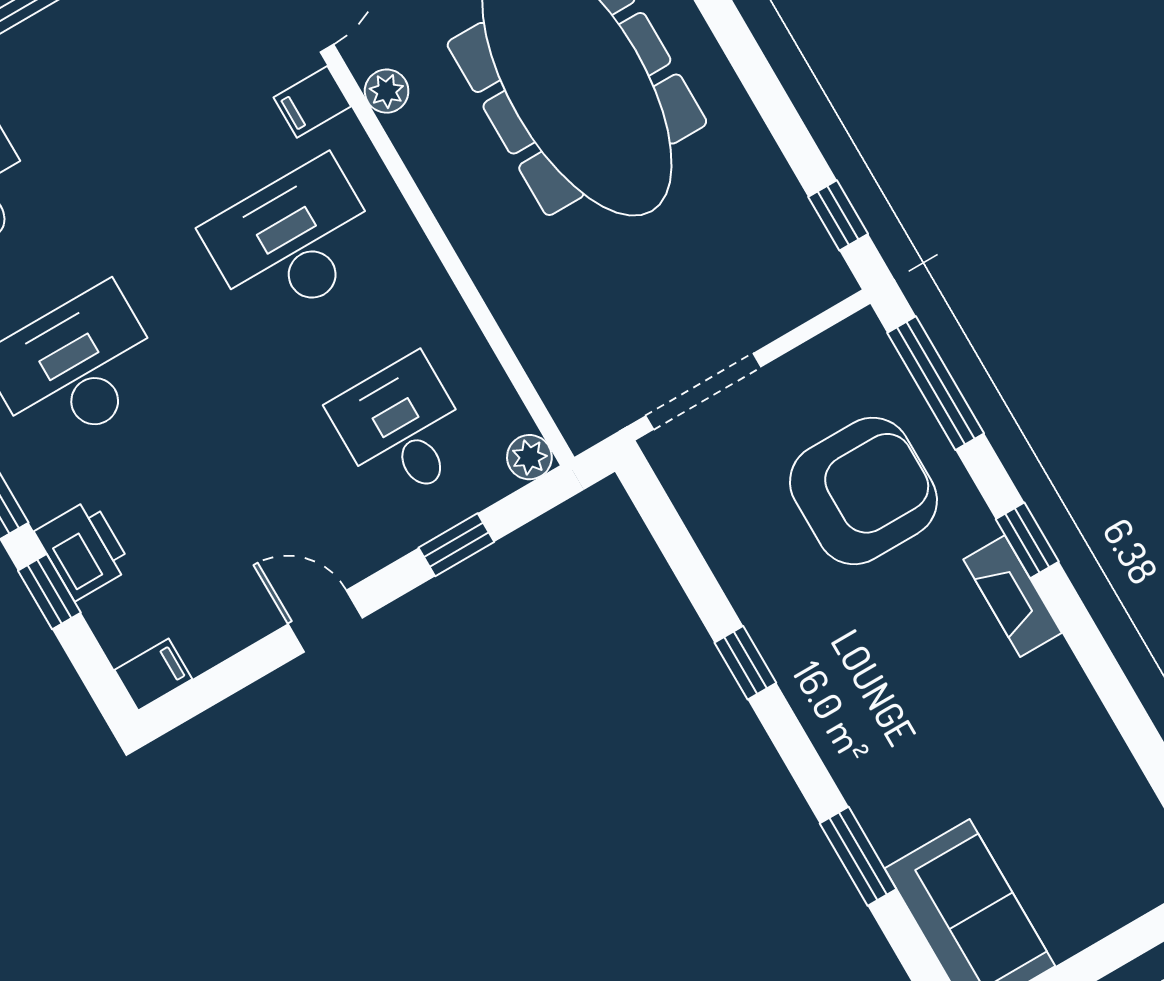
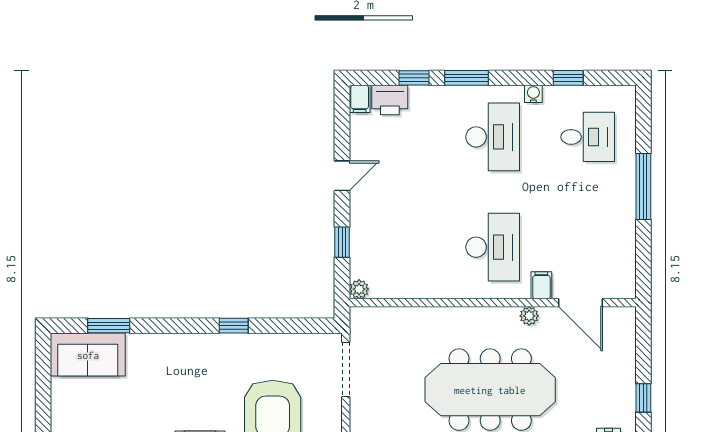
desk: (402, 429) -> (398, 247), removed
printer: (83, 550) -> (390, 100), moved
window: (858, 856) -> (109, 326), moved

